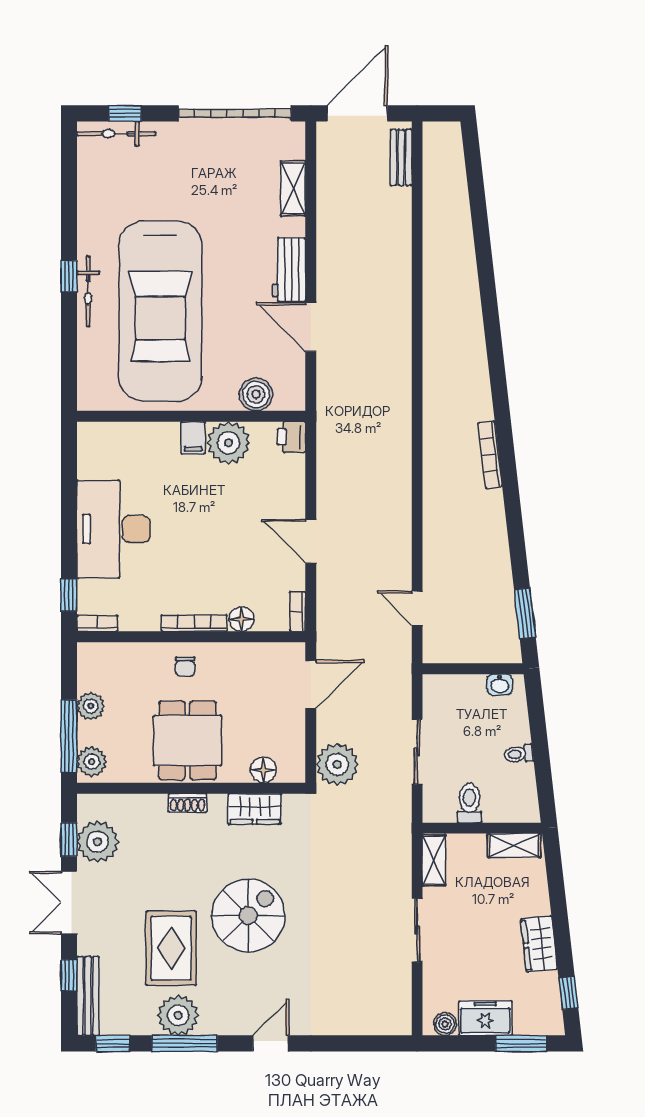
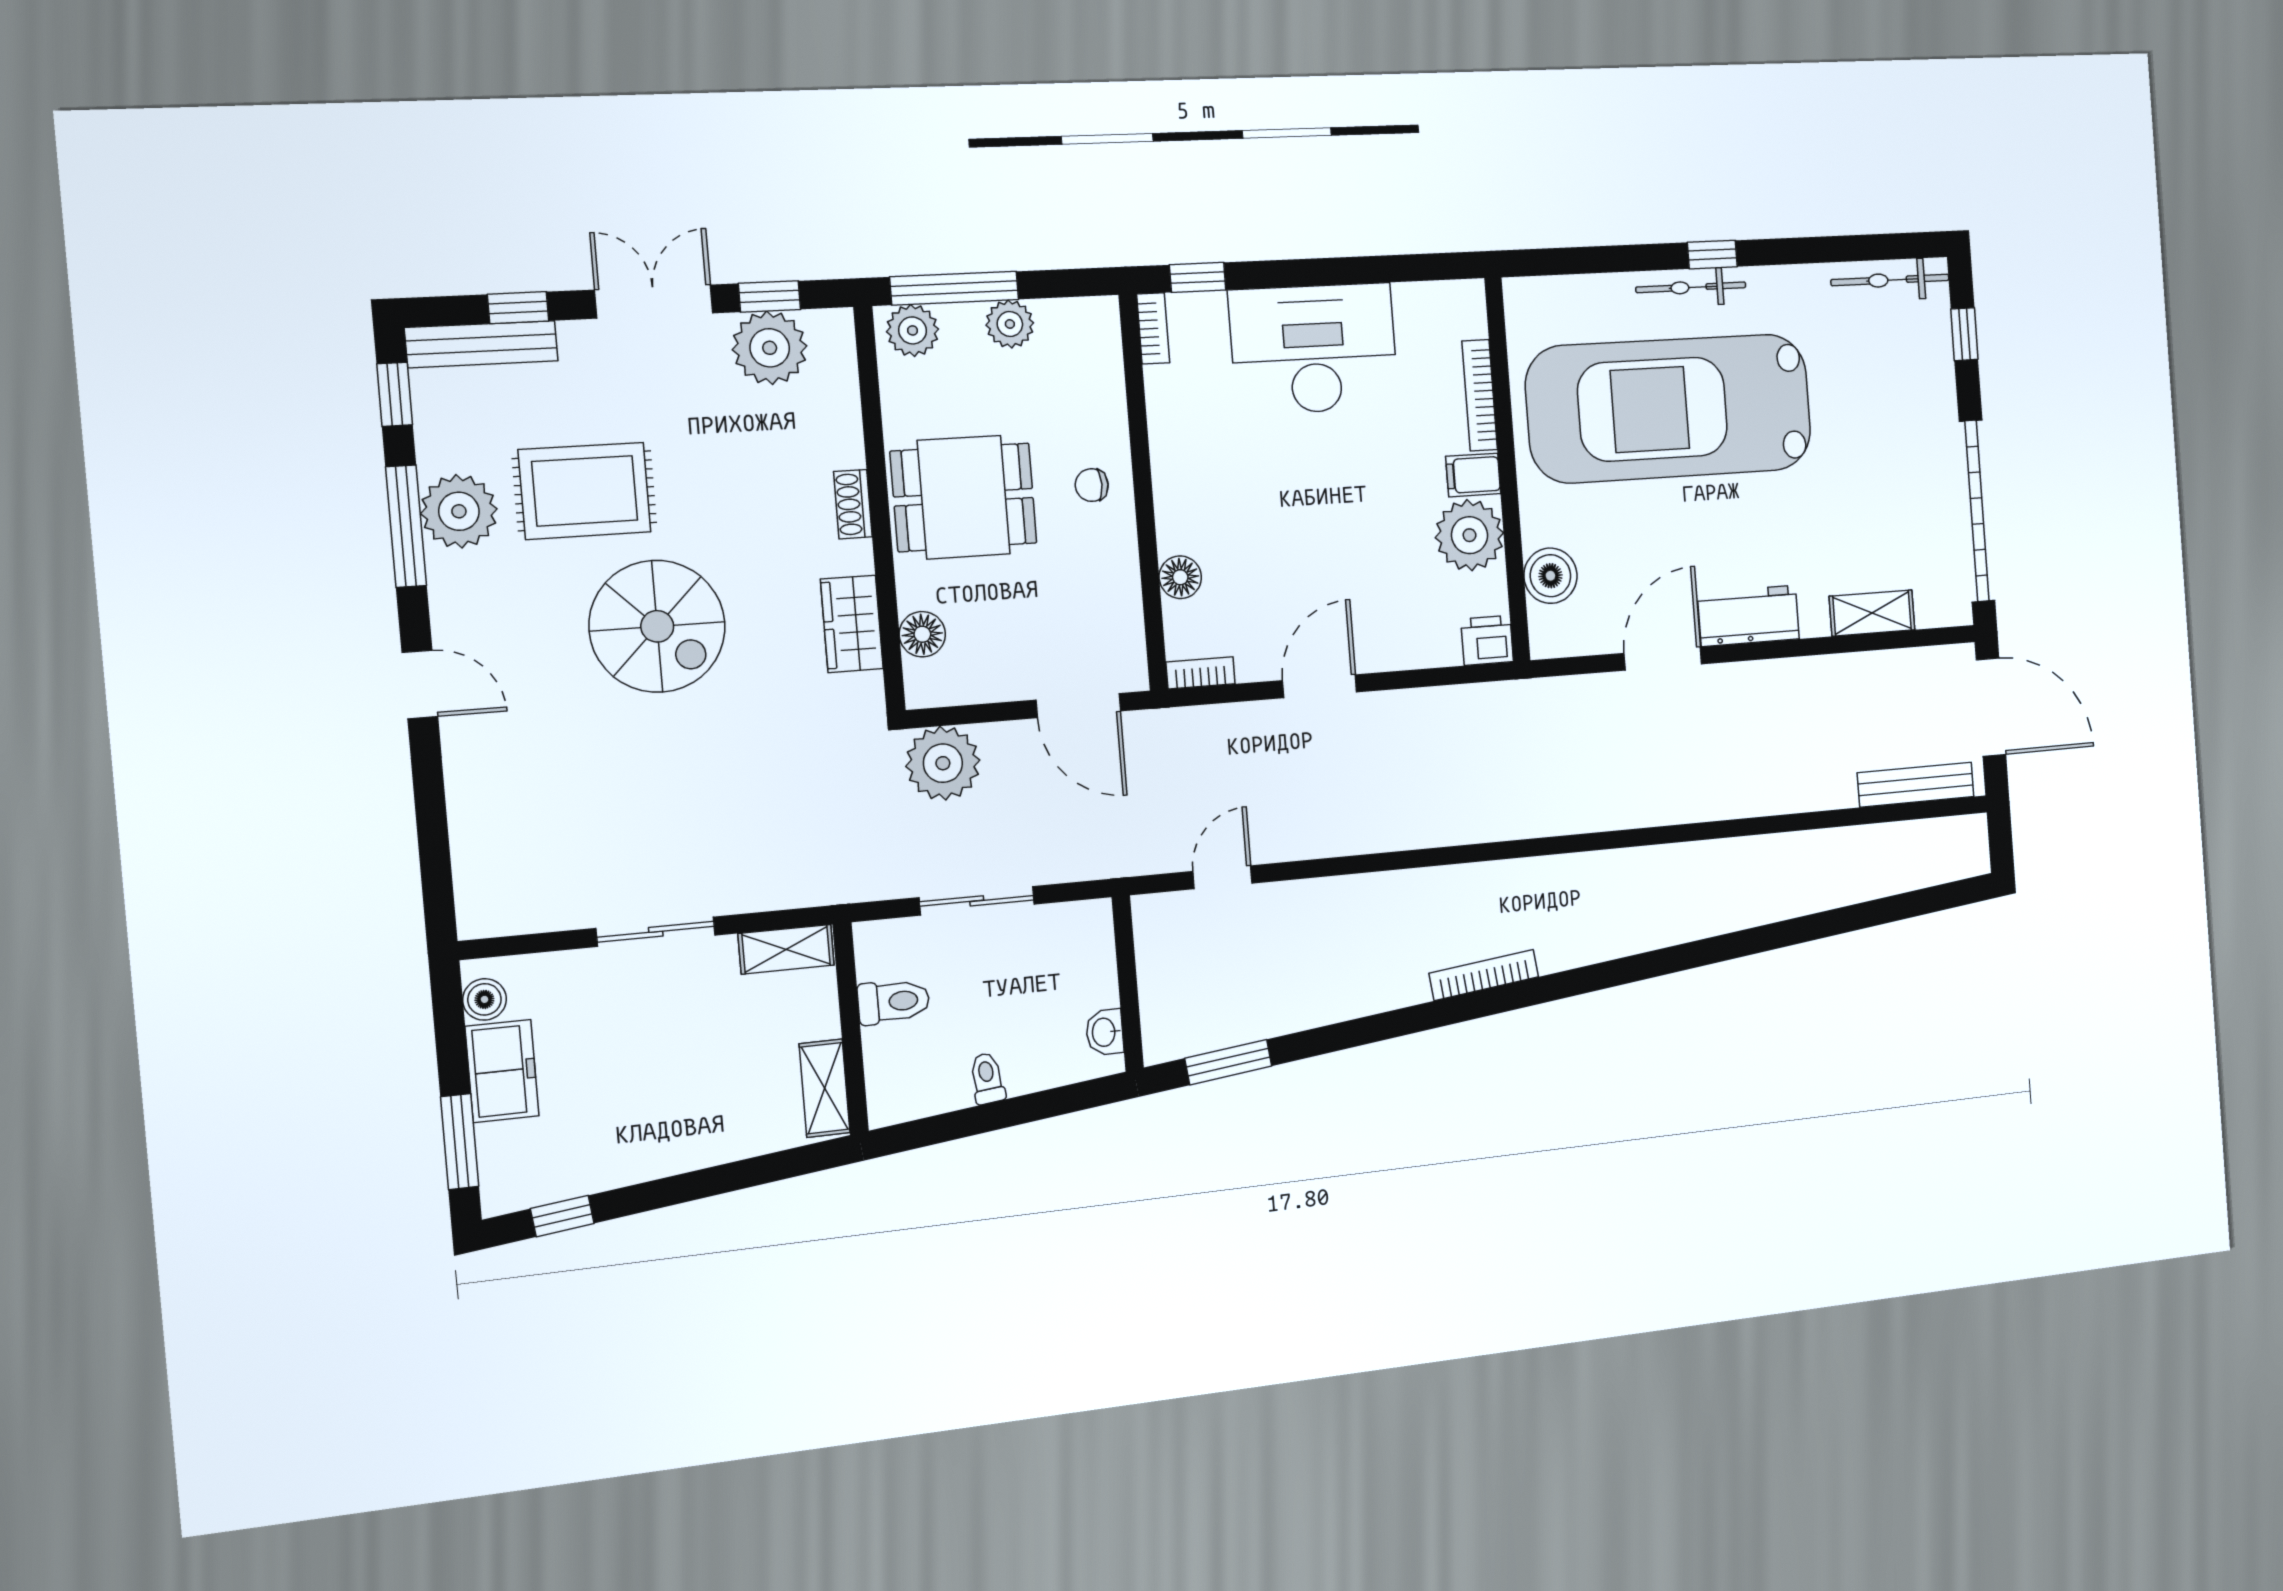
bicycle: (116, 134) -> (1890, 280), moved, turned -90
bench: (401, 158) -> (1916, 785), width x1.36
bookcase: (194, 623) -> (1480, 395), moved, turned 180
wardrobe: (539, 944) -> (649, 1153), removed

